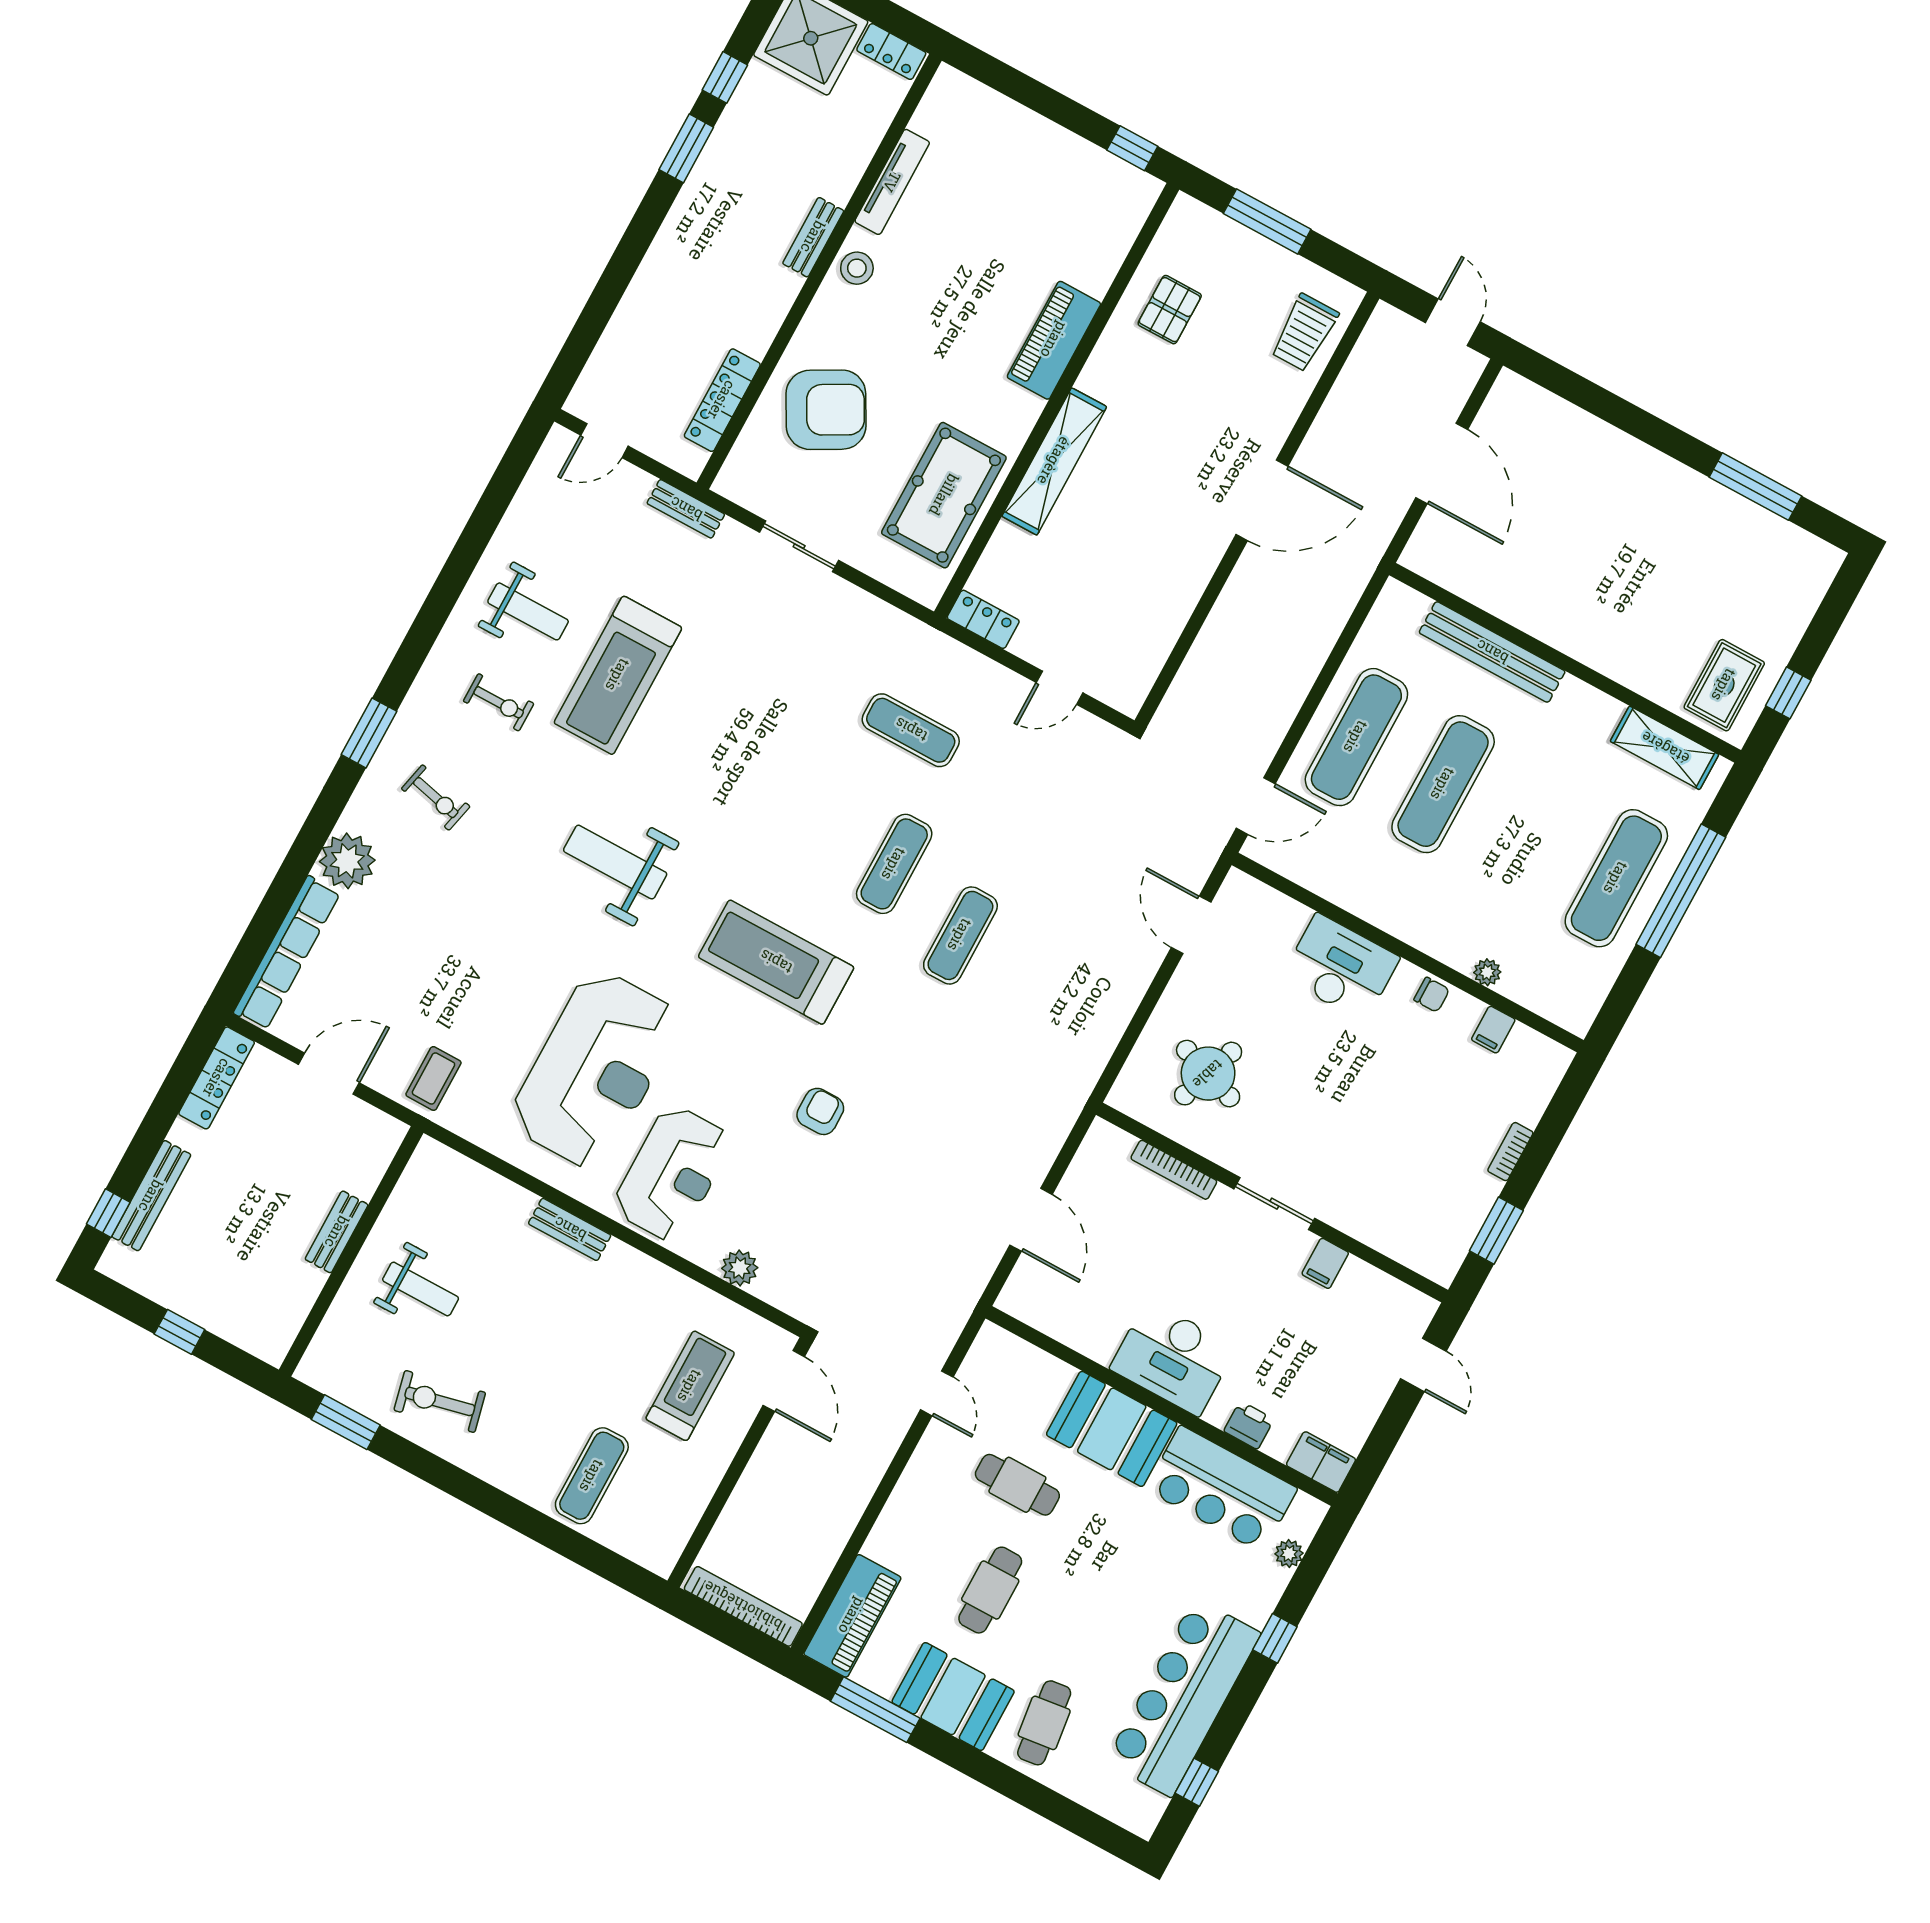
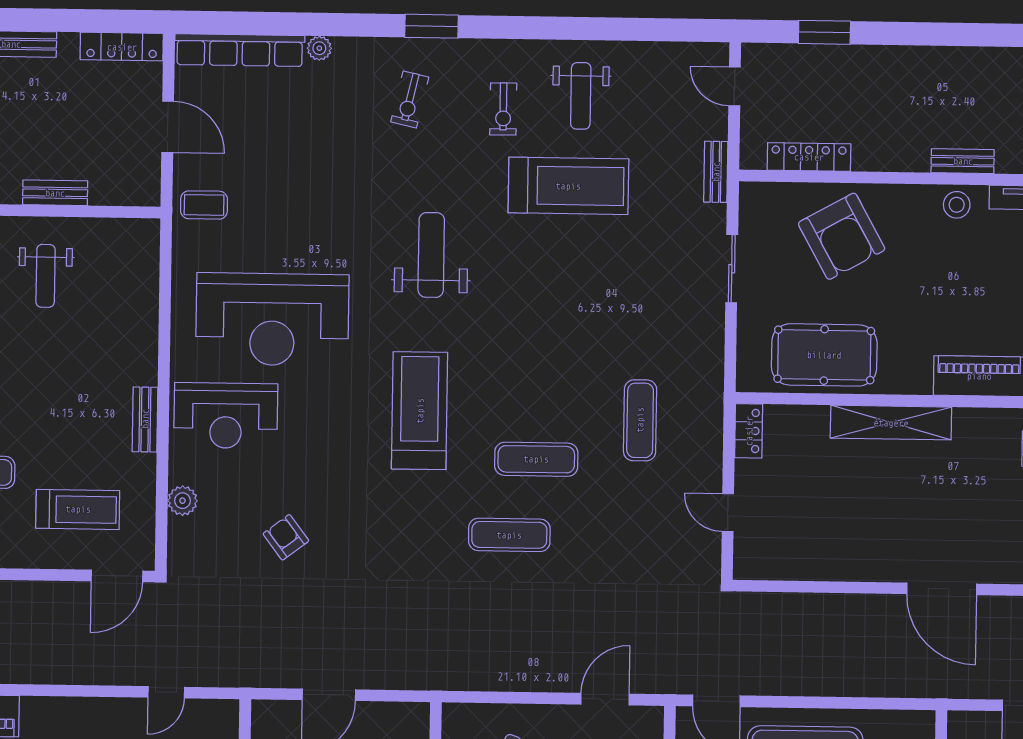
window: (686, 148) -> (824, 32), moved
treadmill: (618, 675) -> (568, 186), turned 180
plant: (347, 861) -> (319, 48), width x0.53, depth x0.53
armchair: (820, 1111) -> (286, 537), moved, turned -127
bench: (570, 1229) -> (145, 419), moved

